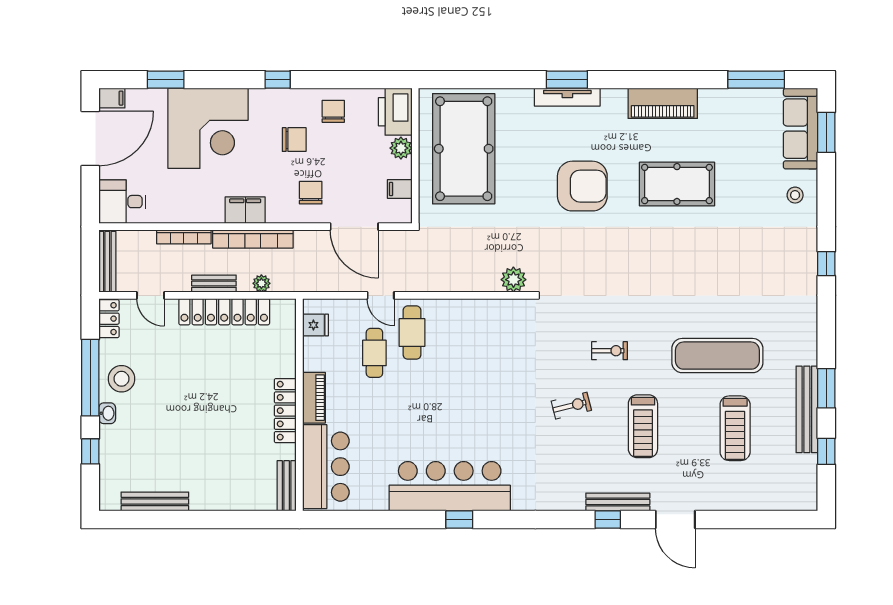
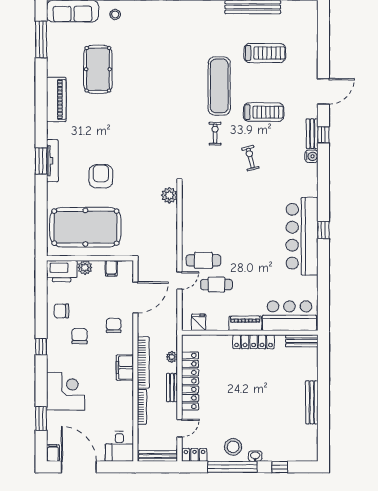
corner desk: (208, 128) -> (65, 391), width x0.74, depth x0.74
pool table: (677, 184) -> (98, 69), moved
armchair: (582, 186) -> (101, 176), moved, width x0.73, depth x0.73
chair: (311, 193) -> (114, 325), turned 90
exercise mat: (717, 356) -> (219, 86), moved
bench: (155, 501) -> (312, 402), moved
water cooler: (574, 501) -> (311, 156), added
bench: (618, 502) -> (312, 134), width x0.73

